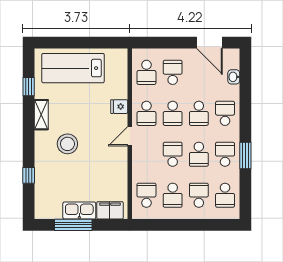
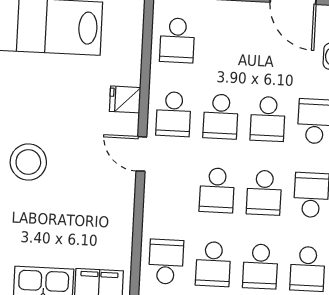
school desk: (173, 72) -> (224, 43), removed
door: (130, 136) -> (141, 154), hinge flipped
school desk: (173, 154) -> (217, 190), turned 180
school desk: (199, 195) -> (260, 266), turned 180

